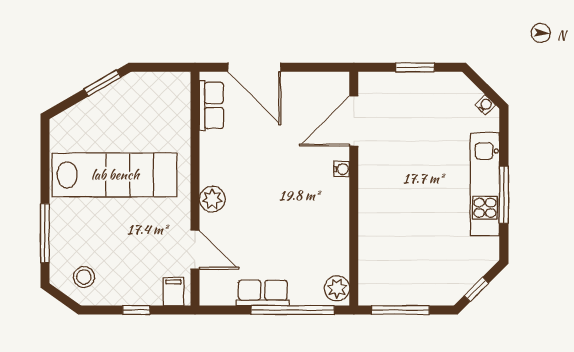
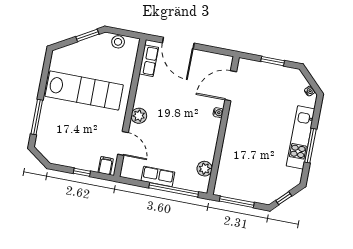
stool: (84, 277) -> (118, 42), moved
plant: (337, 288) -> (205, 169), moved

